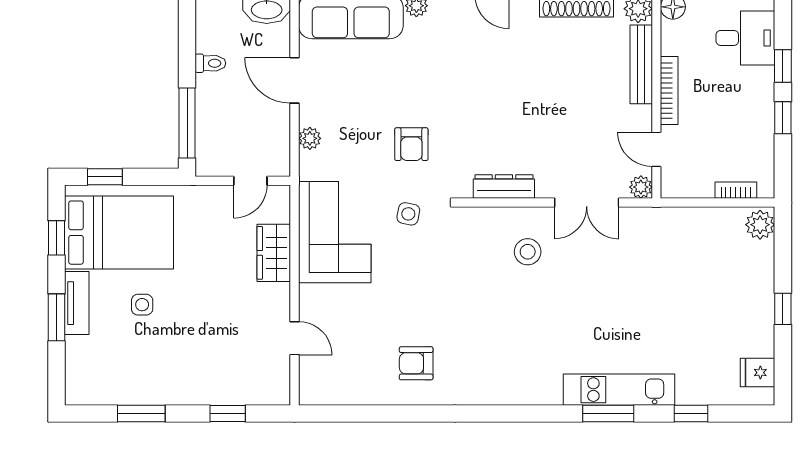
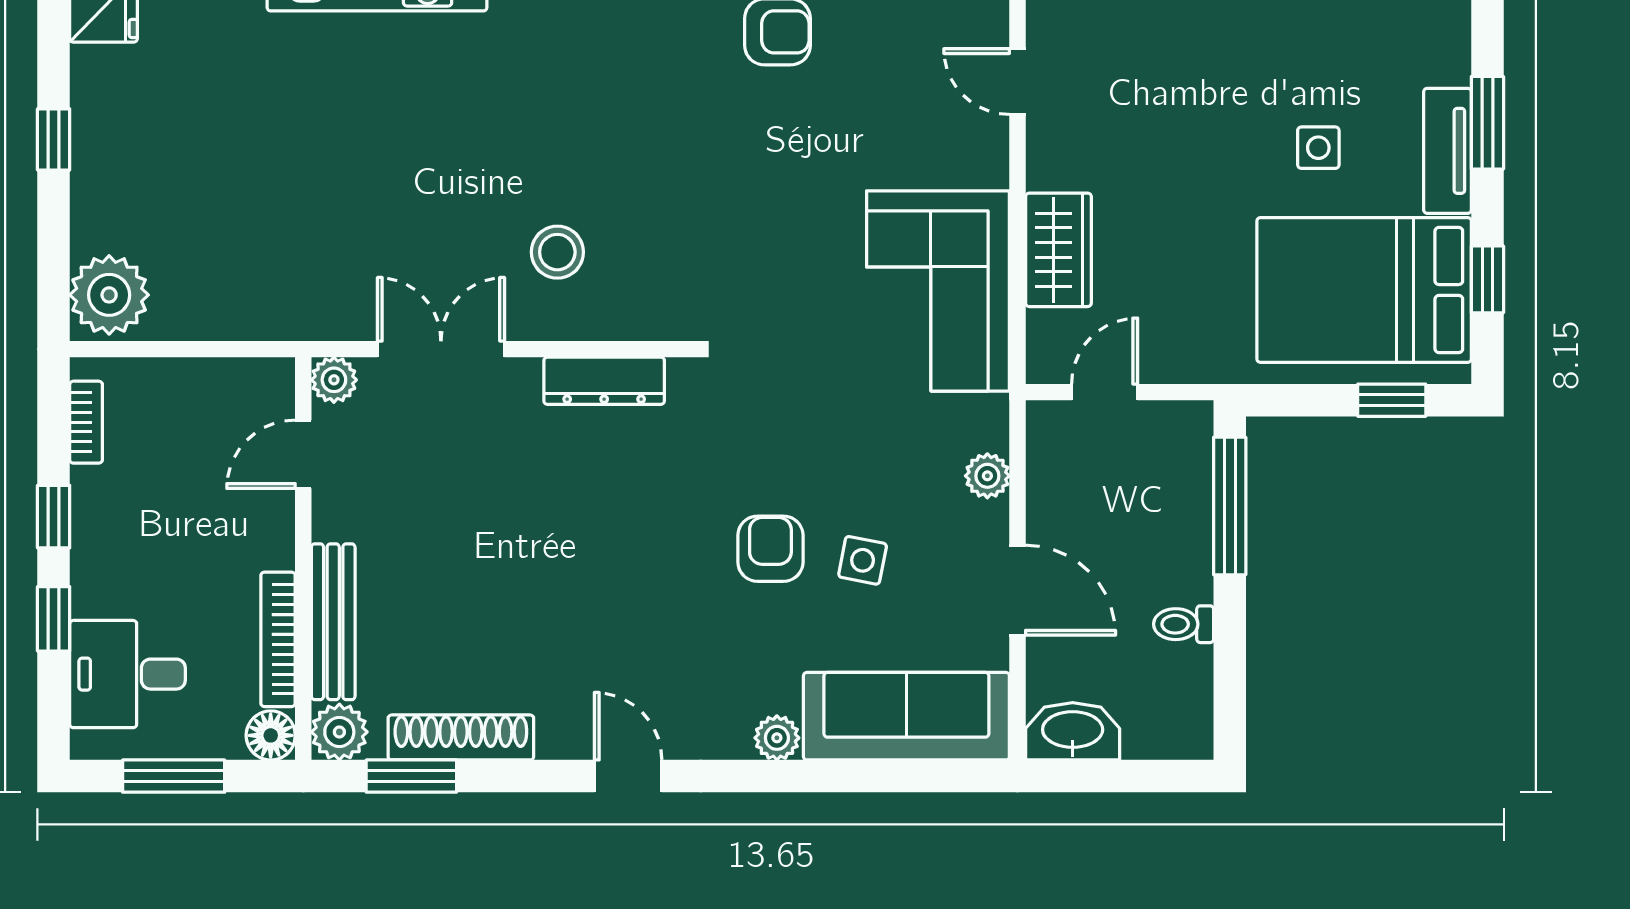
bookcase: (669, 90) -> (278, 639), moved
armchair: (411, 144) -> (770, 549), moved
door: (656, 149) -> (303, 454), swing flipped
bookcase: (736, 190) -> (86, 422), moved, turned -90
side table: (408, 214) -> (863, 560), moved
plant: (760, 225) -> (109, 295), width x1.36, depth x1.36

